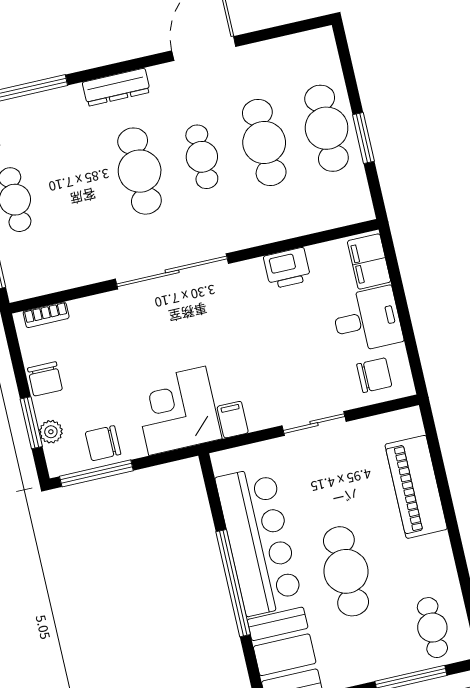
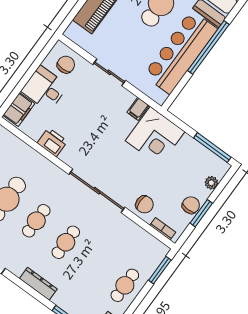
cafe table: (140, 171) -> (66, 242), width x0.73, depth x0.74
chair: (374, 375) -> (66, 65), turned 90
window: (31, 423) -> (201, 213), moved
chair: (103, 443) -> (145, 204), moved

